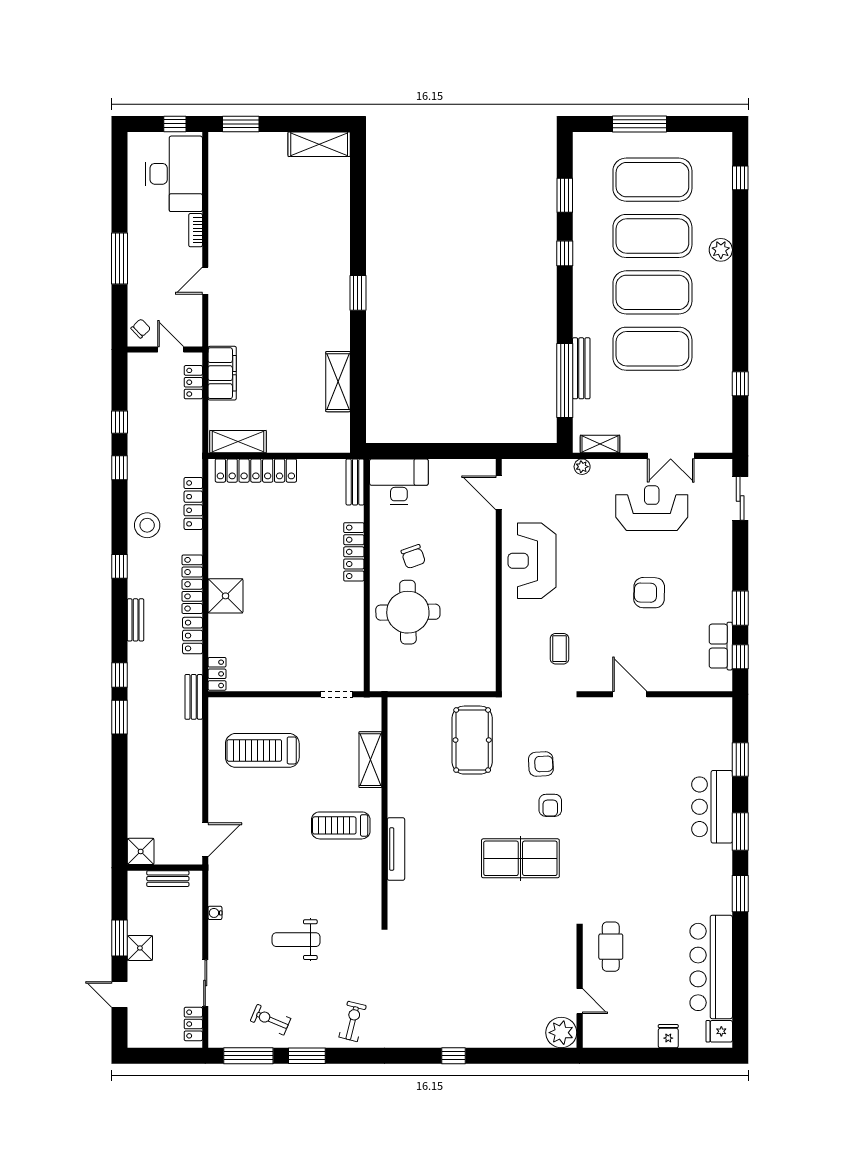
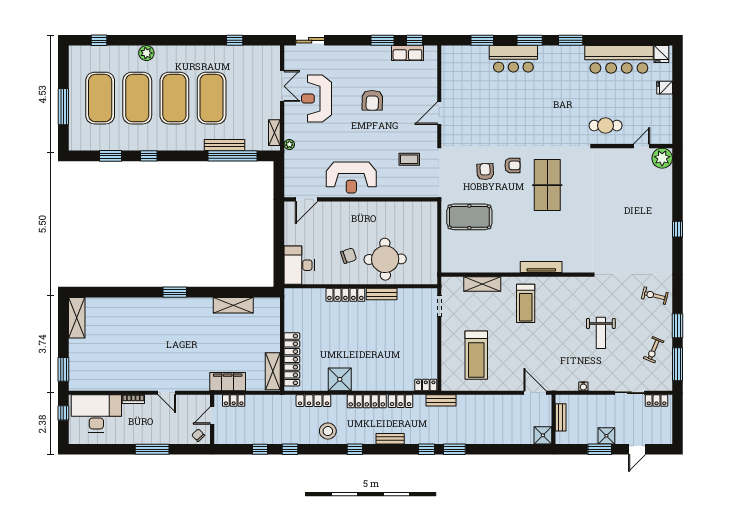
bench: (355, 482) -> (382, 294), moved
shower: (226, 596) -> (340, 379), moved

